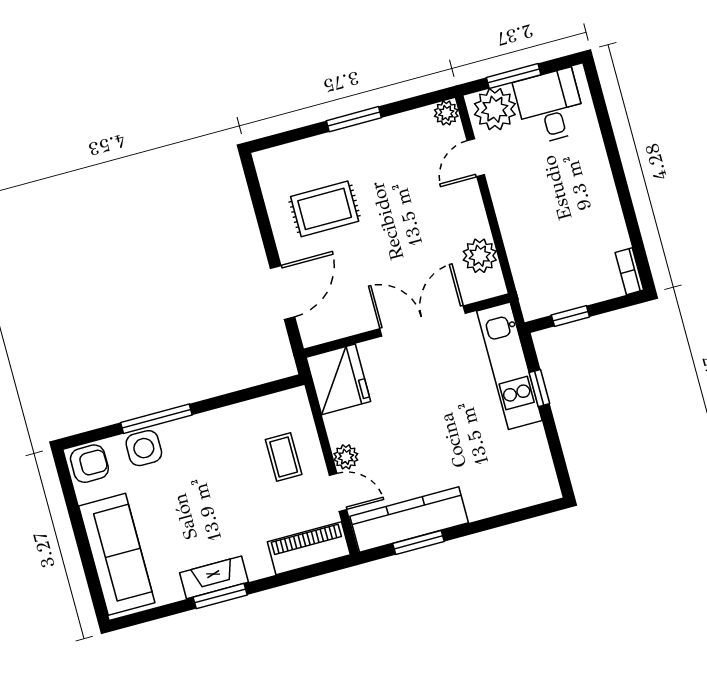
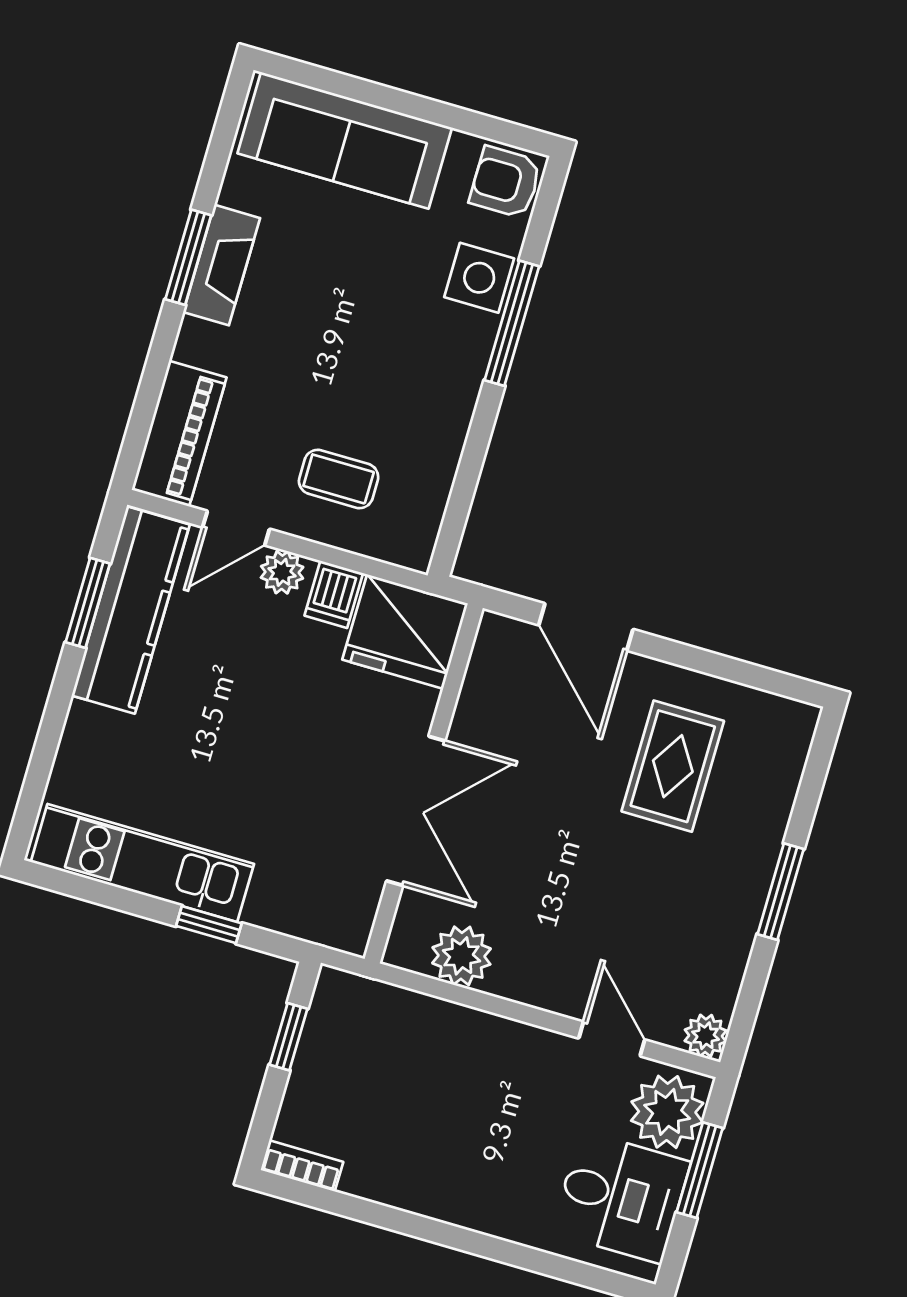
kitchen unit: (509, 366) -> (142, 863), moved
dishwasher: (341, 425) -> (334, 594), added
armchair: (89, 464) -> (505, 182), turned 90

